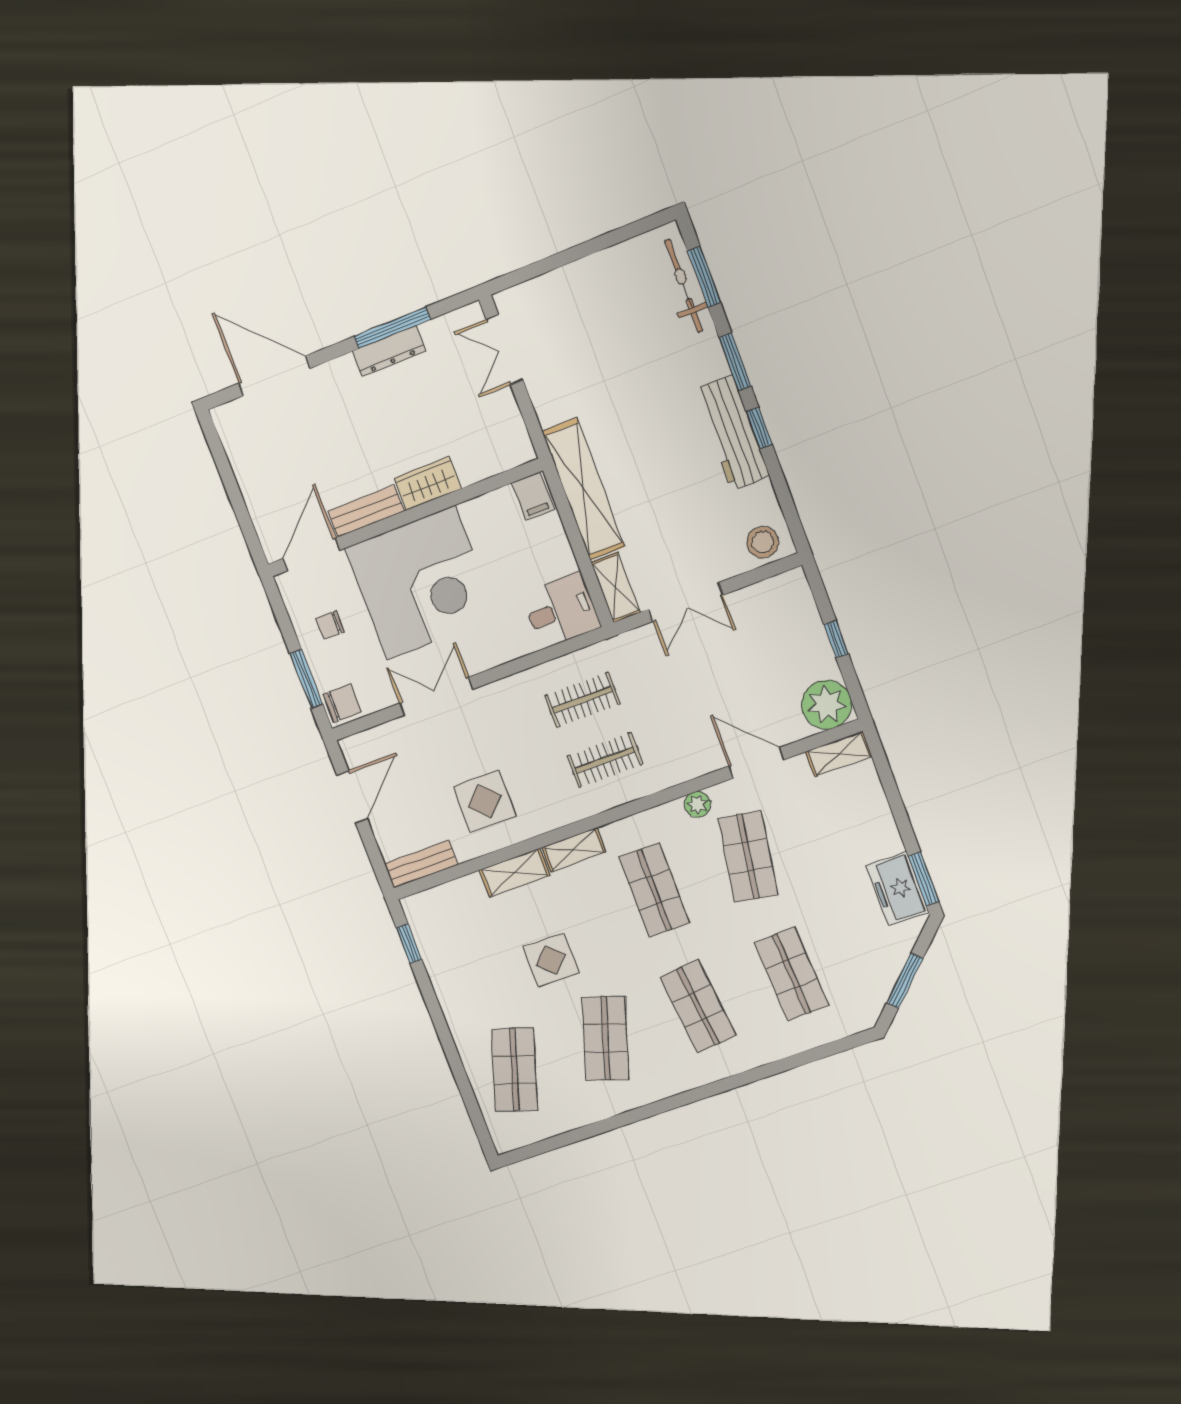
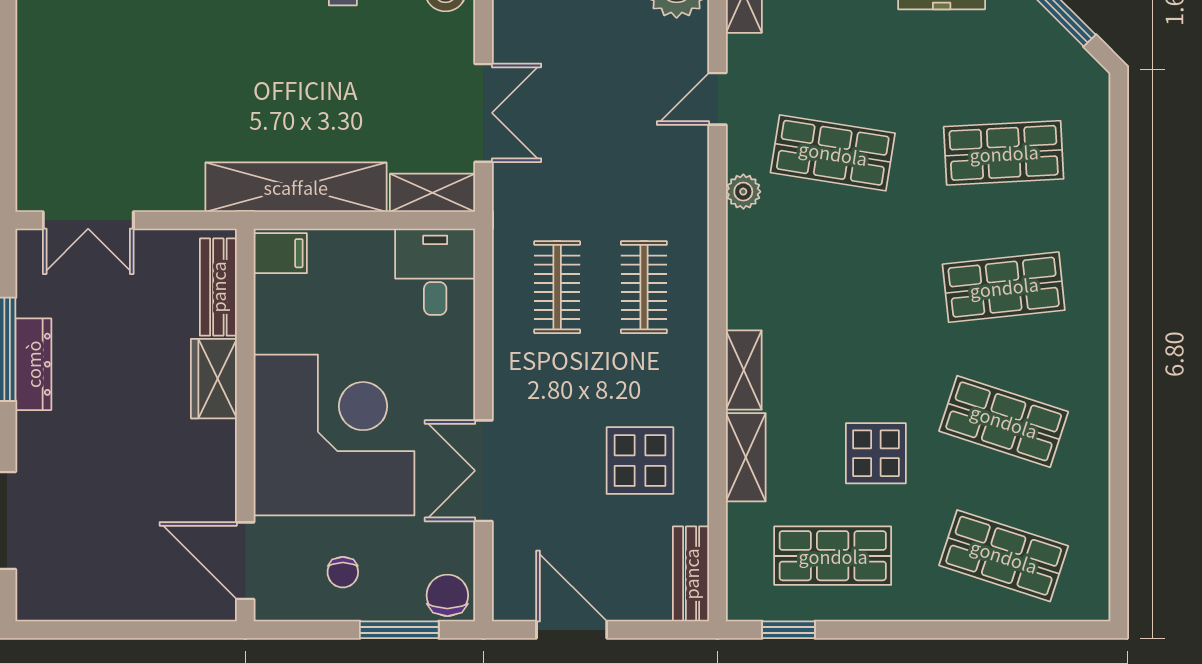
bench: (366, 511) -> (218, 287), moved
door: (756, 763) -> (718, 99), width x0.73
shop shelf: (654, 890) -> (833, 556), moved

